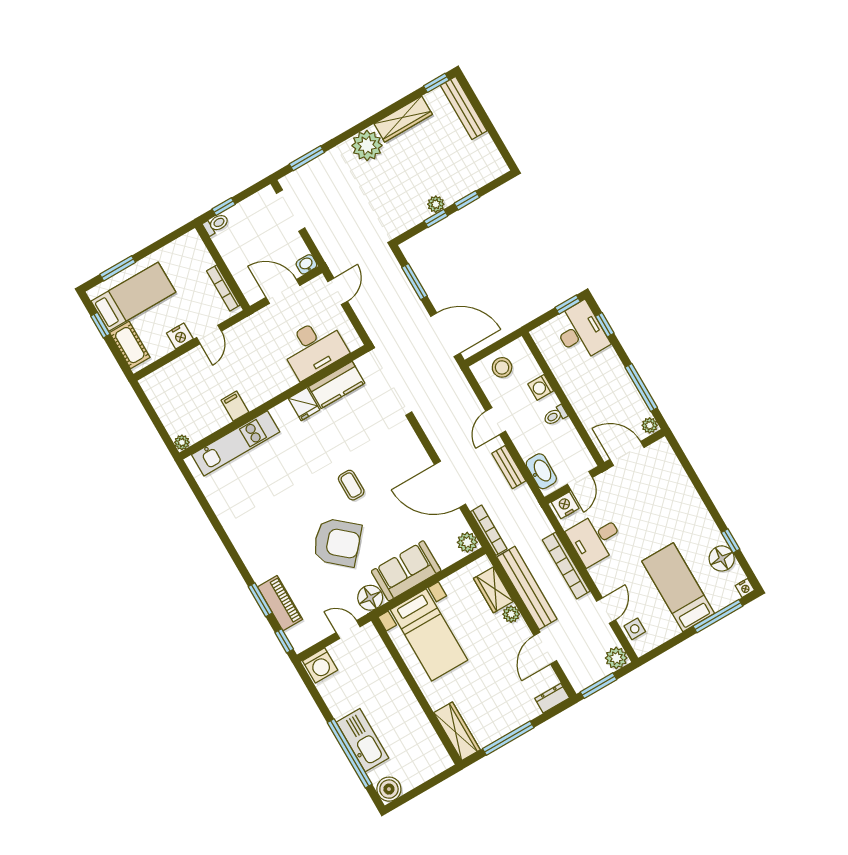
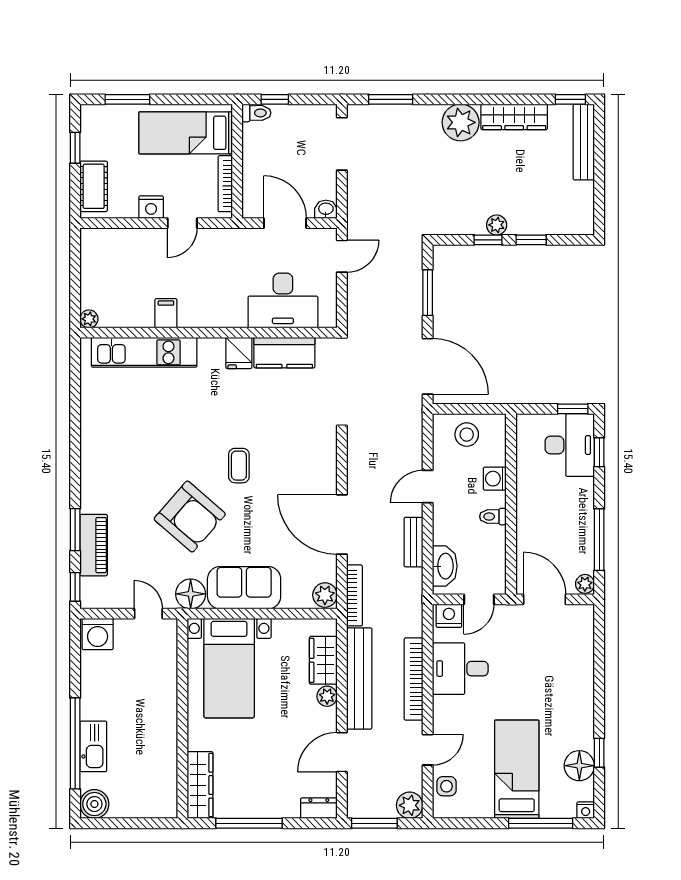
bed: (133, 297) -> (186, 133), moved, turned 180
kitchen sink: (362, 740) -> (93, 746), width x0.73, depth x0.81

